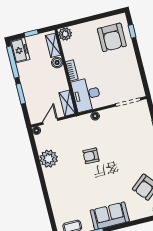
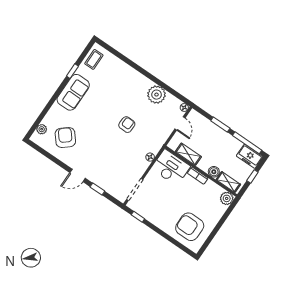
window: (132, 31) -> (138, 217), moved
shelving: (67, 103) -> (188, 154), moved

